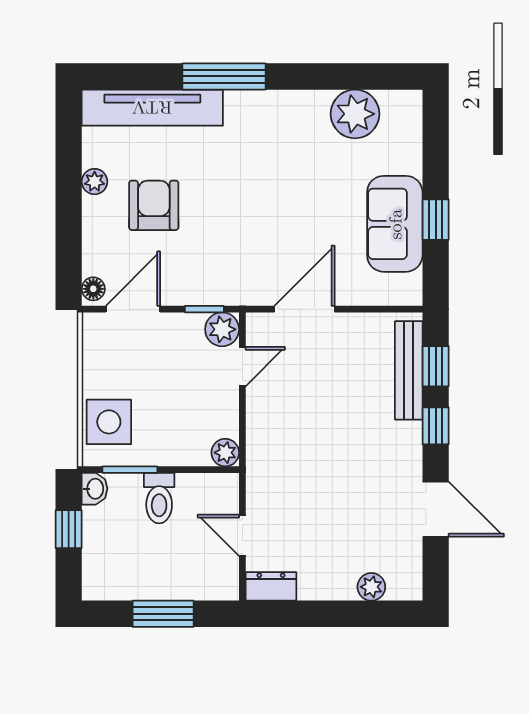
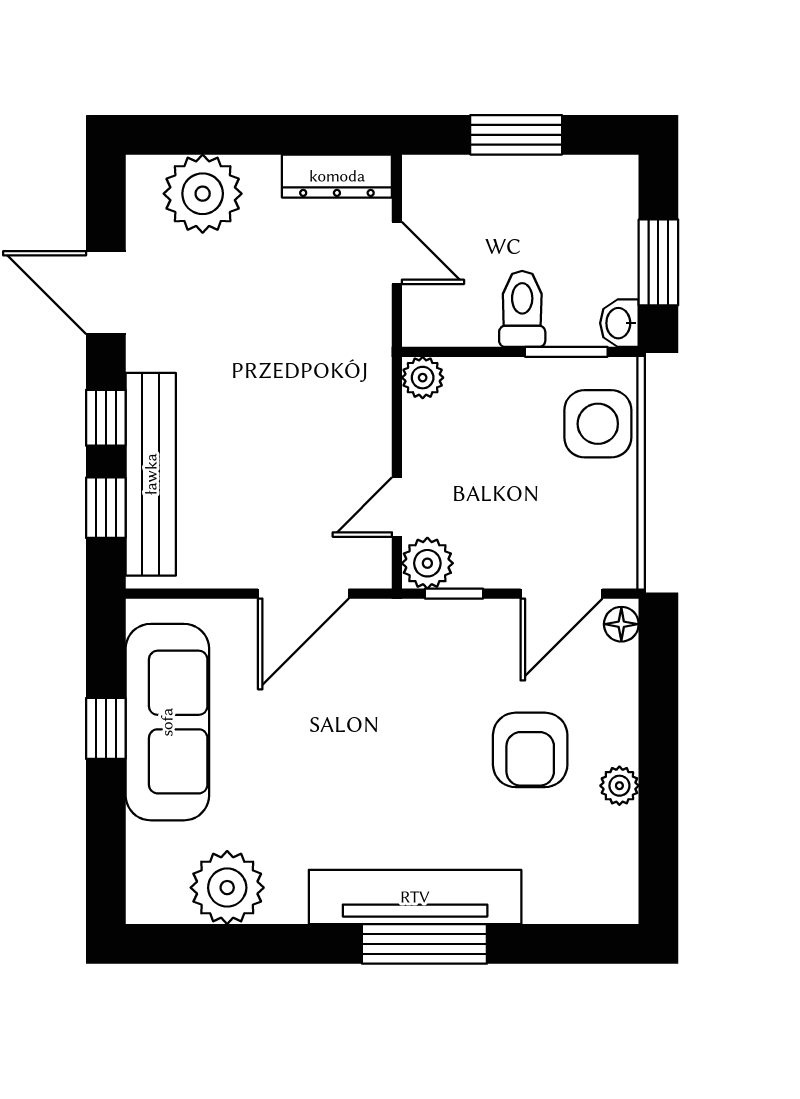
tv unit: (152, 108) -> (415, 897), moved
sofa: (395, 224) -> (167, 722), width x1.36
bench: (409, 370) -> (151, 474), width x1.37, depth x1.21
window: (69, 529) -> (658, 262), width x1.50
dresser: (271, 586) -> (337, 176), width x1.44
plant: (371, 587) -> (203, 194), width x1.87, depth x1.87

